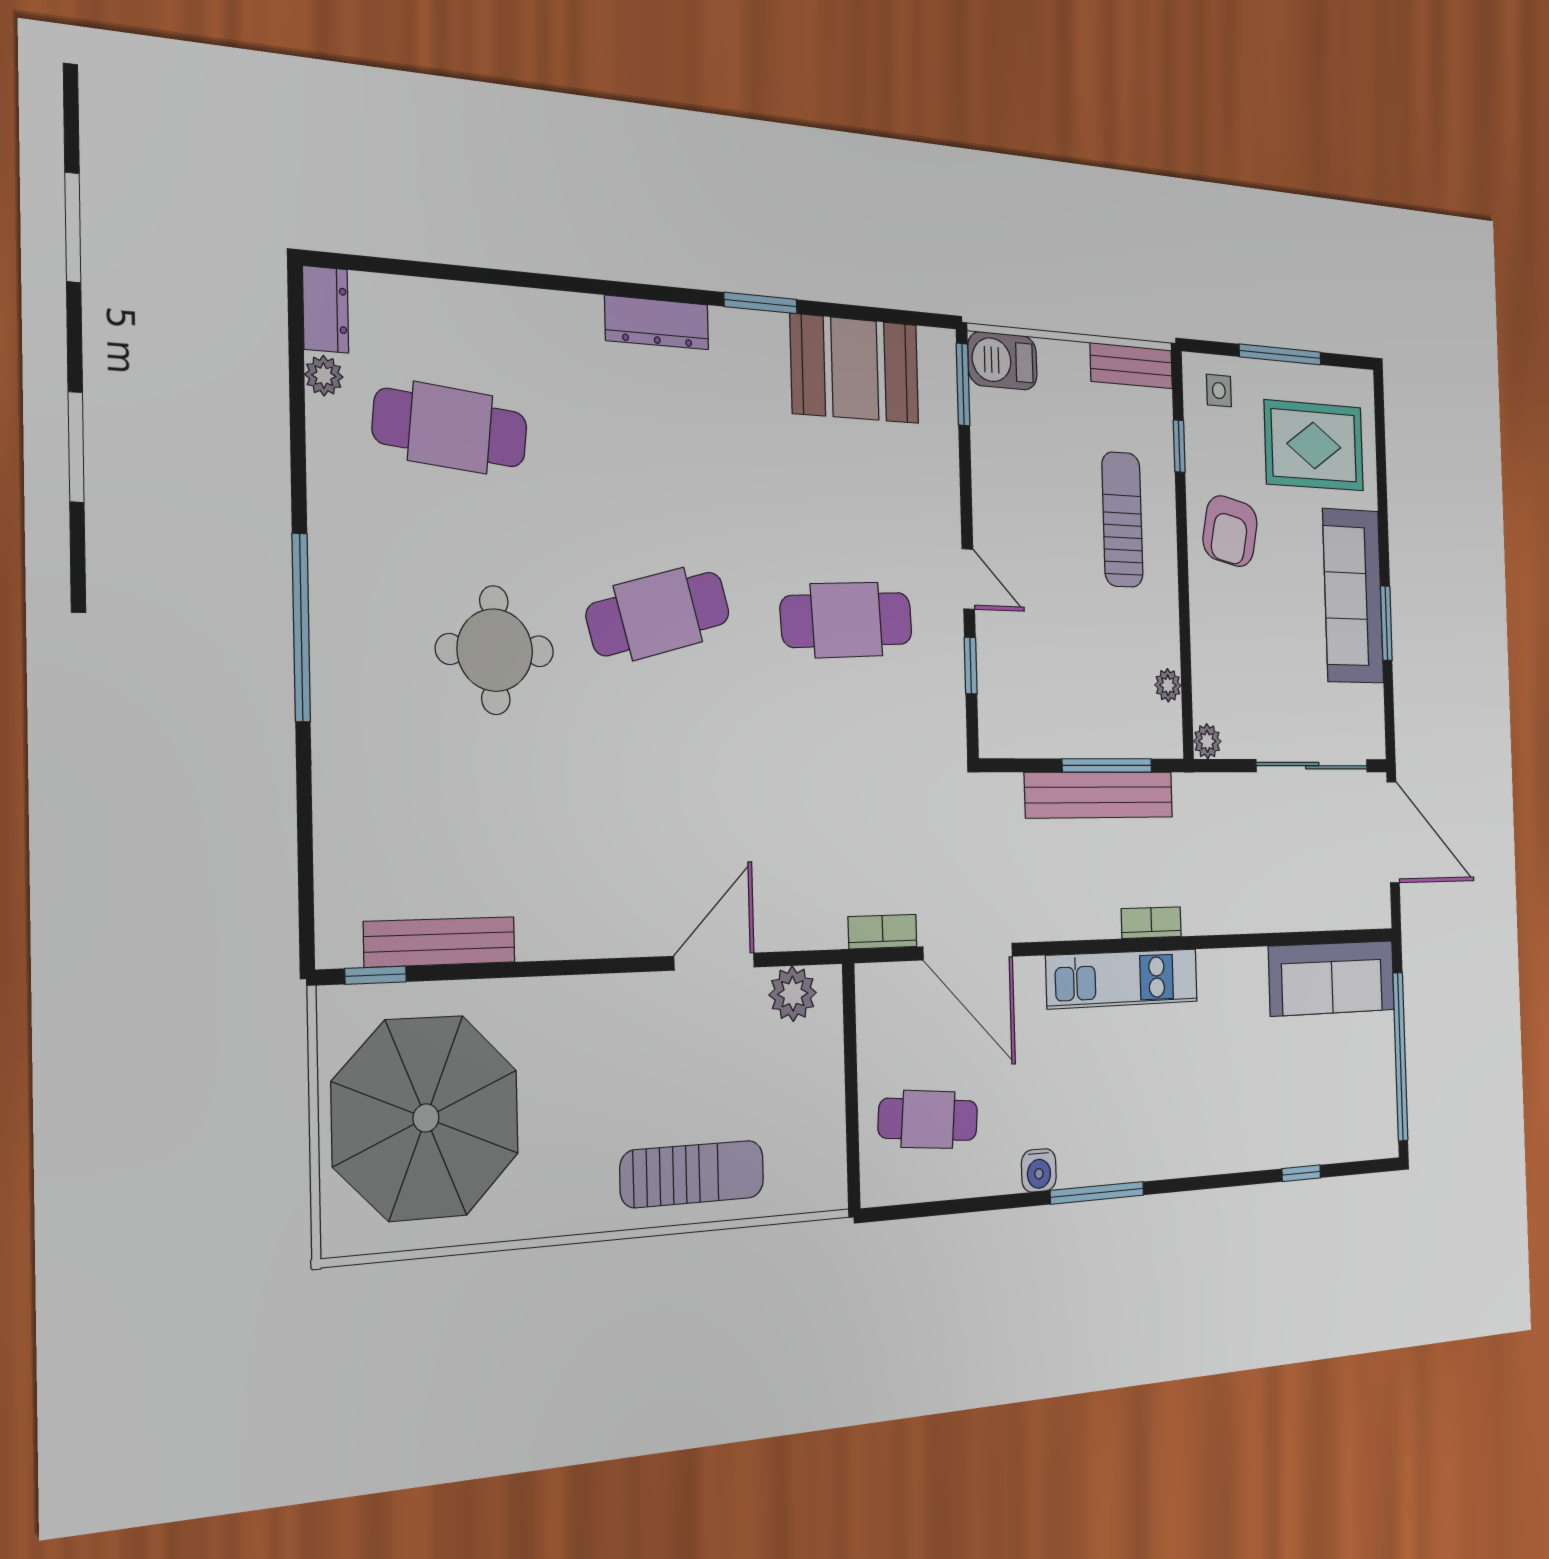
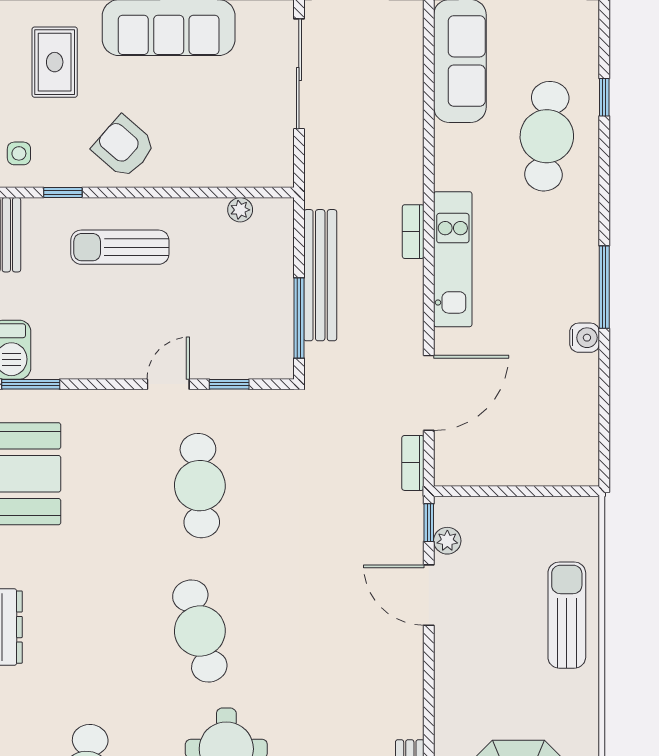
rug: (1314, 446) -> (55, 62), width x0.73, depth x0.70
armchair: (1230, 531) -> (124, 147), turned -151
plant: (1207, 741) -> (281, 175), removed
window: (1107, 765) -> (299, 318), moved
window: (808, 958) -> (429, 523), added
plant: (793, 994) -> (447, 541), width x0.73, depth x0.73
cafe table: (928, 1119) -> (547, 136), moved, width x1.37, depth x1.35

